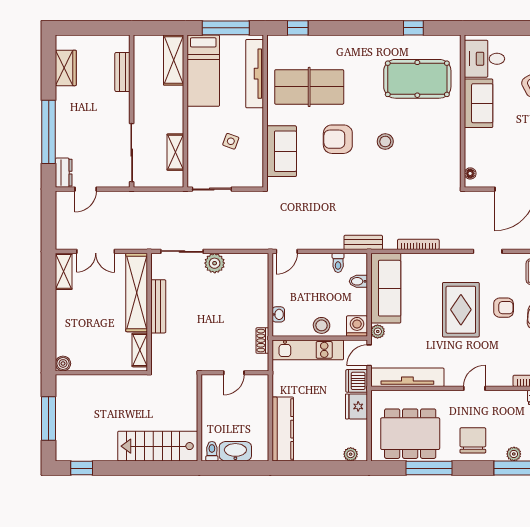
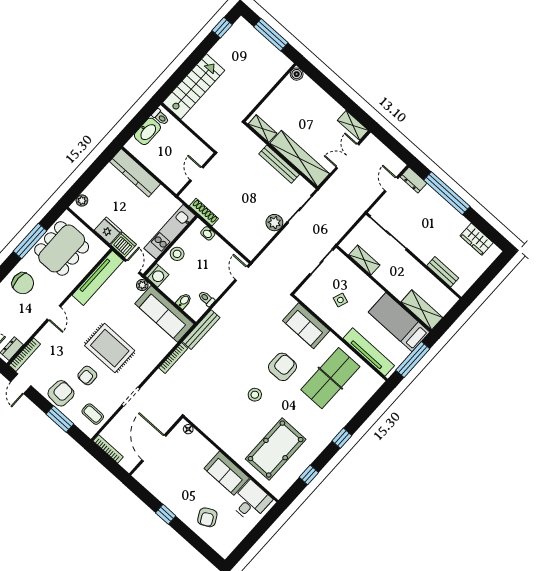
window: (298, 28) -> (342, 438), moved
bench: (363, 242) -> (201, 330), width x1.36
shoe rack: (262, 341) -> (204, 212), width x1.43

